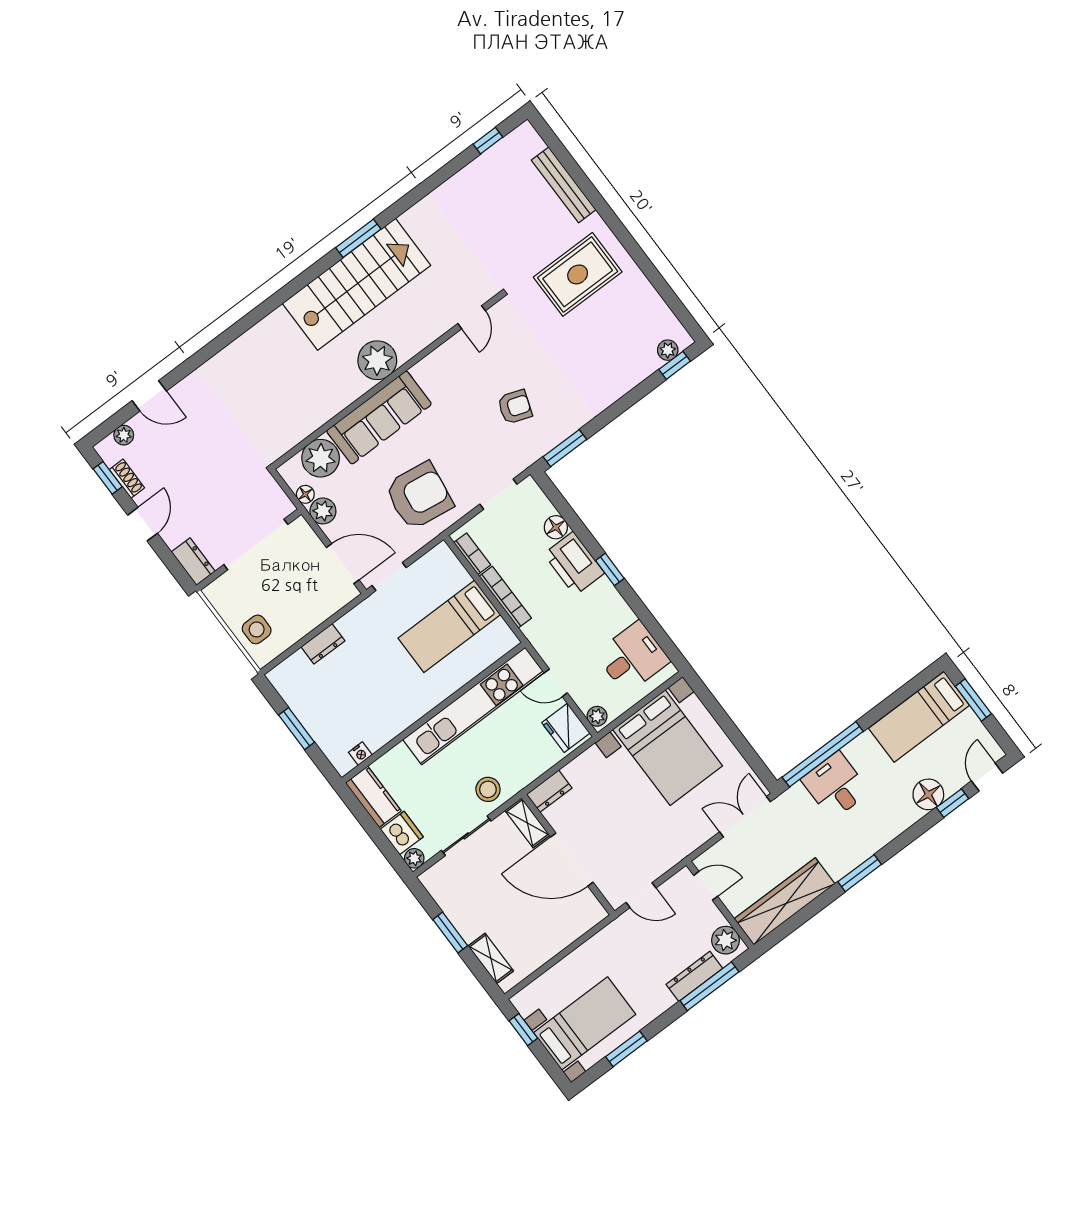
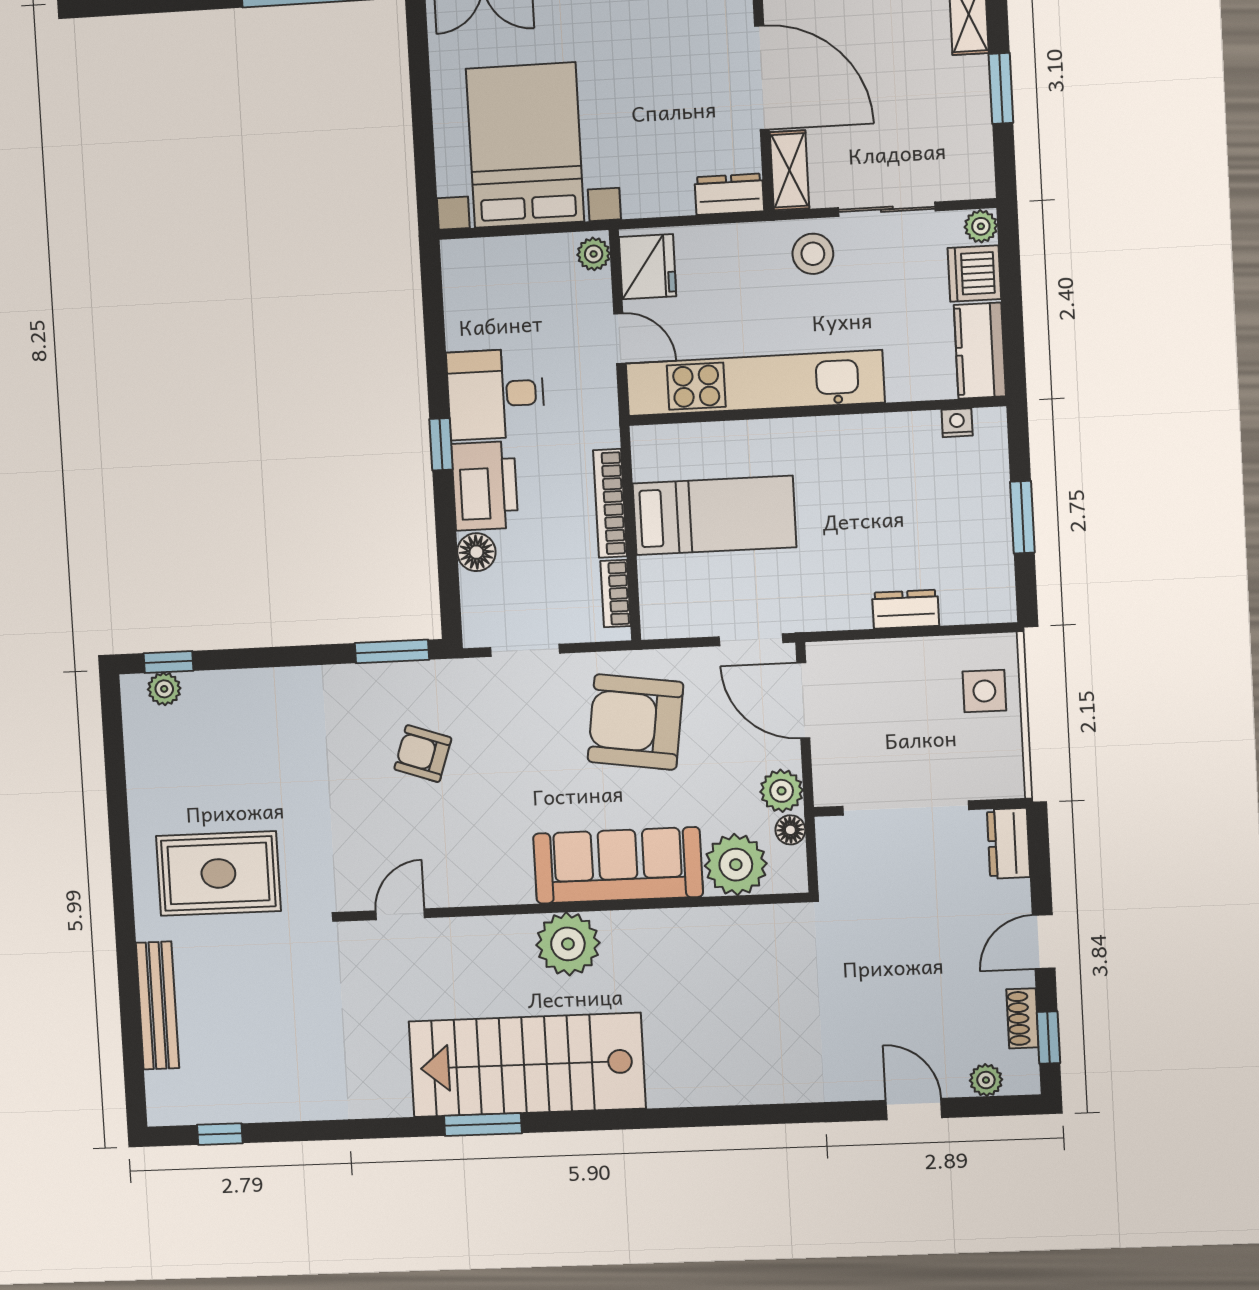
desk: (632, 657) -> (496, 394), moved

